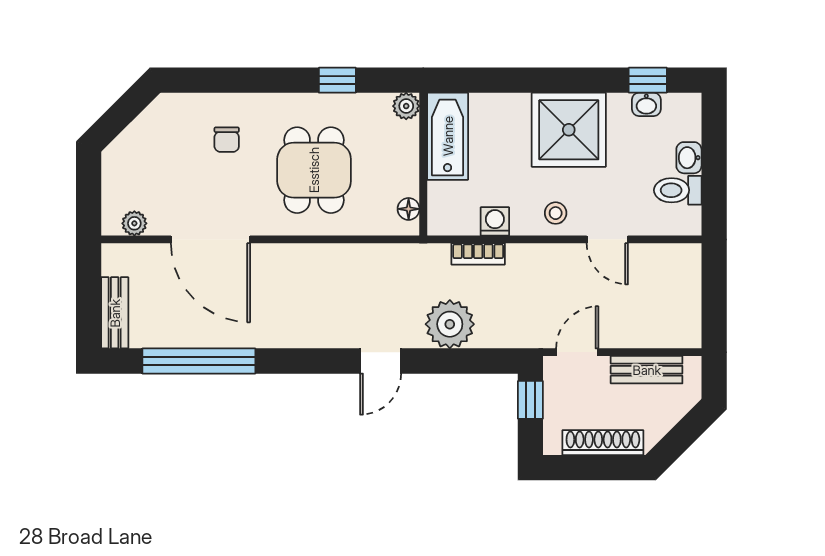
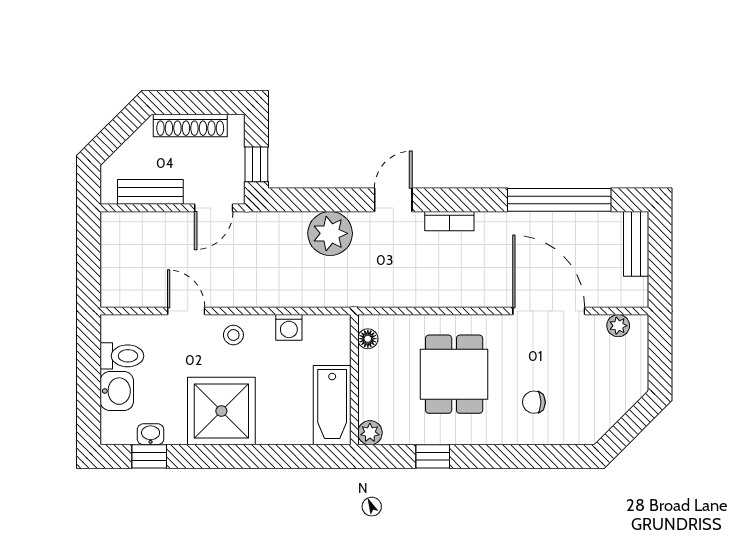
chair: (227, 140) -> (534, 402), turned -90
washbasin: (689, 158) -> (117, 391), width x1.38, depth x1.45
bookcase: (478, 254) -> (449, 221), moved, turned 180

